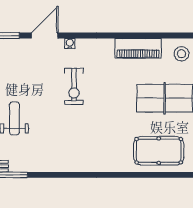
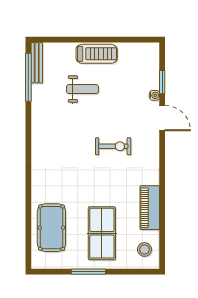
water cooler: (70, 43) -> (154, 95), moved
exercise bike: (74, 86) -> (113, 146), turned 180

